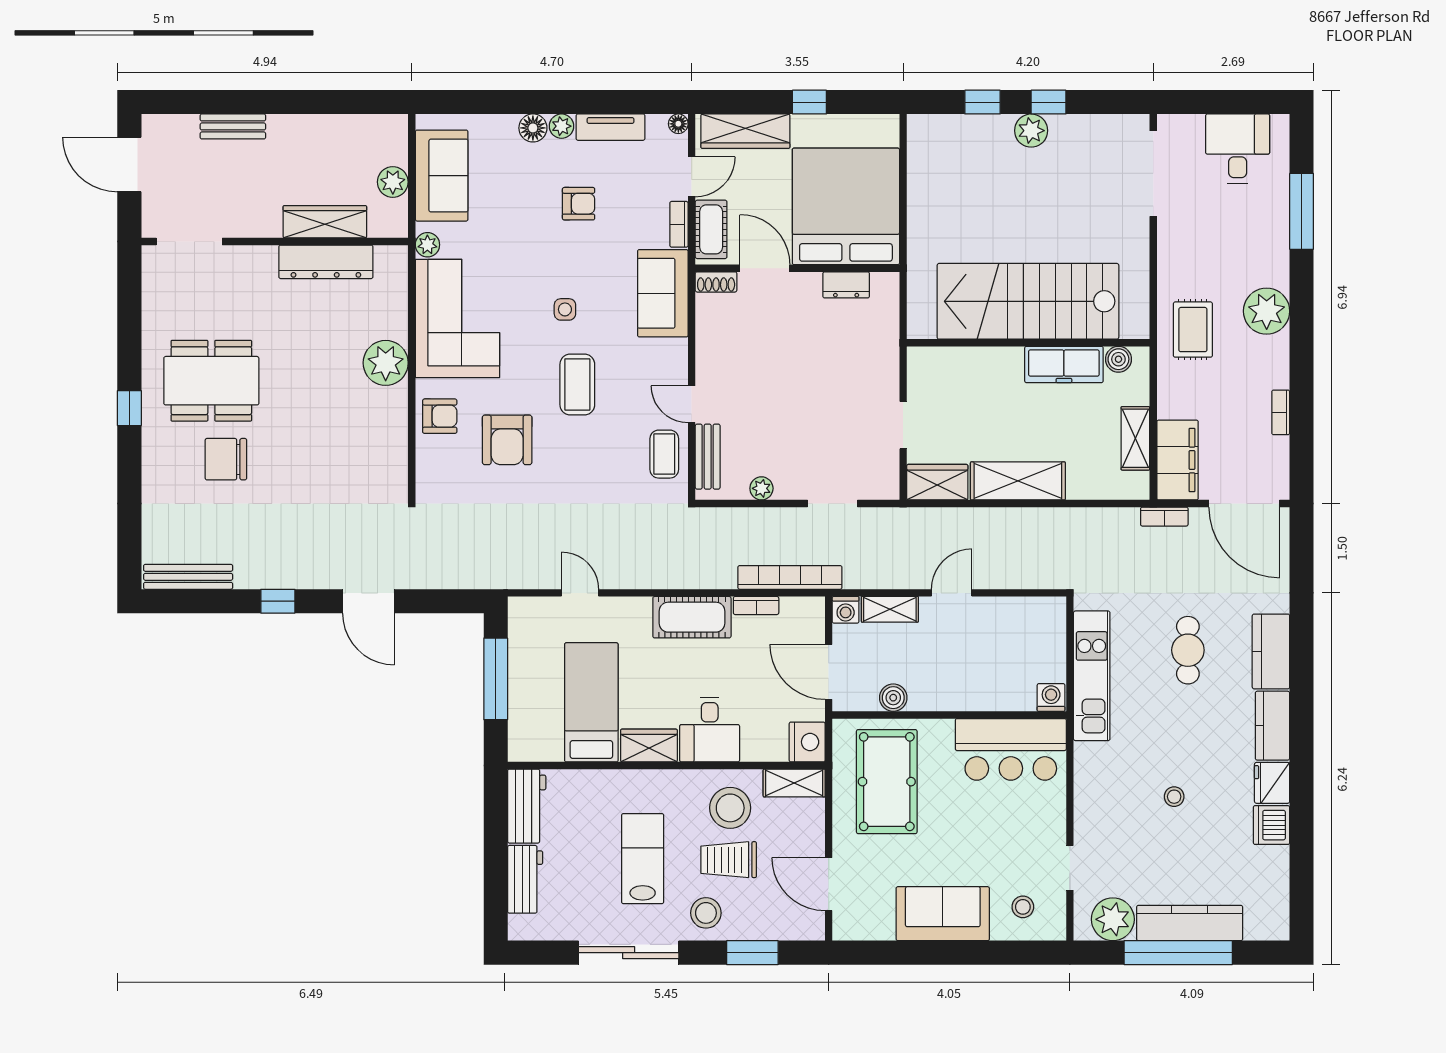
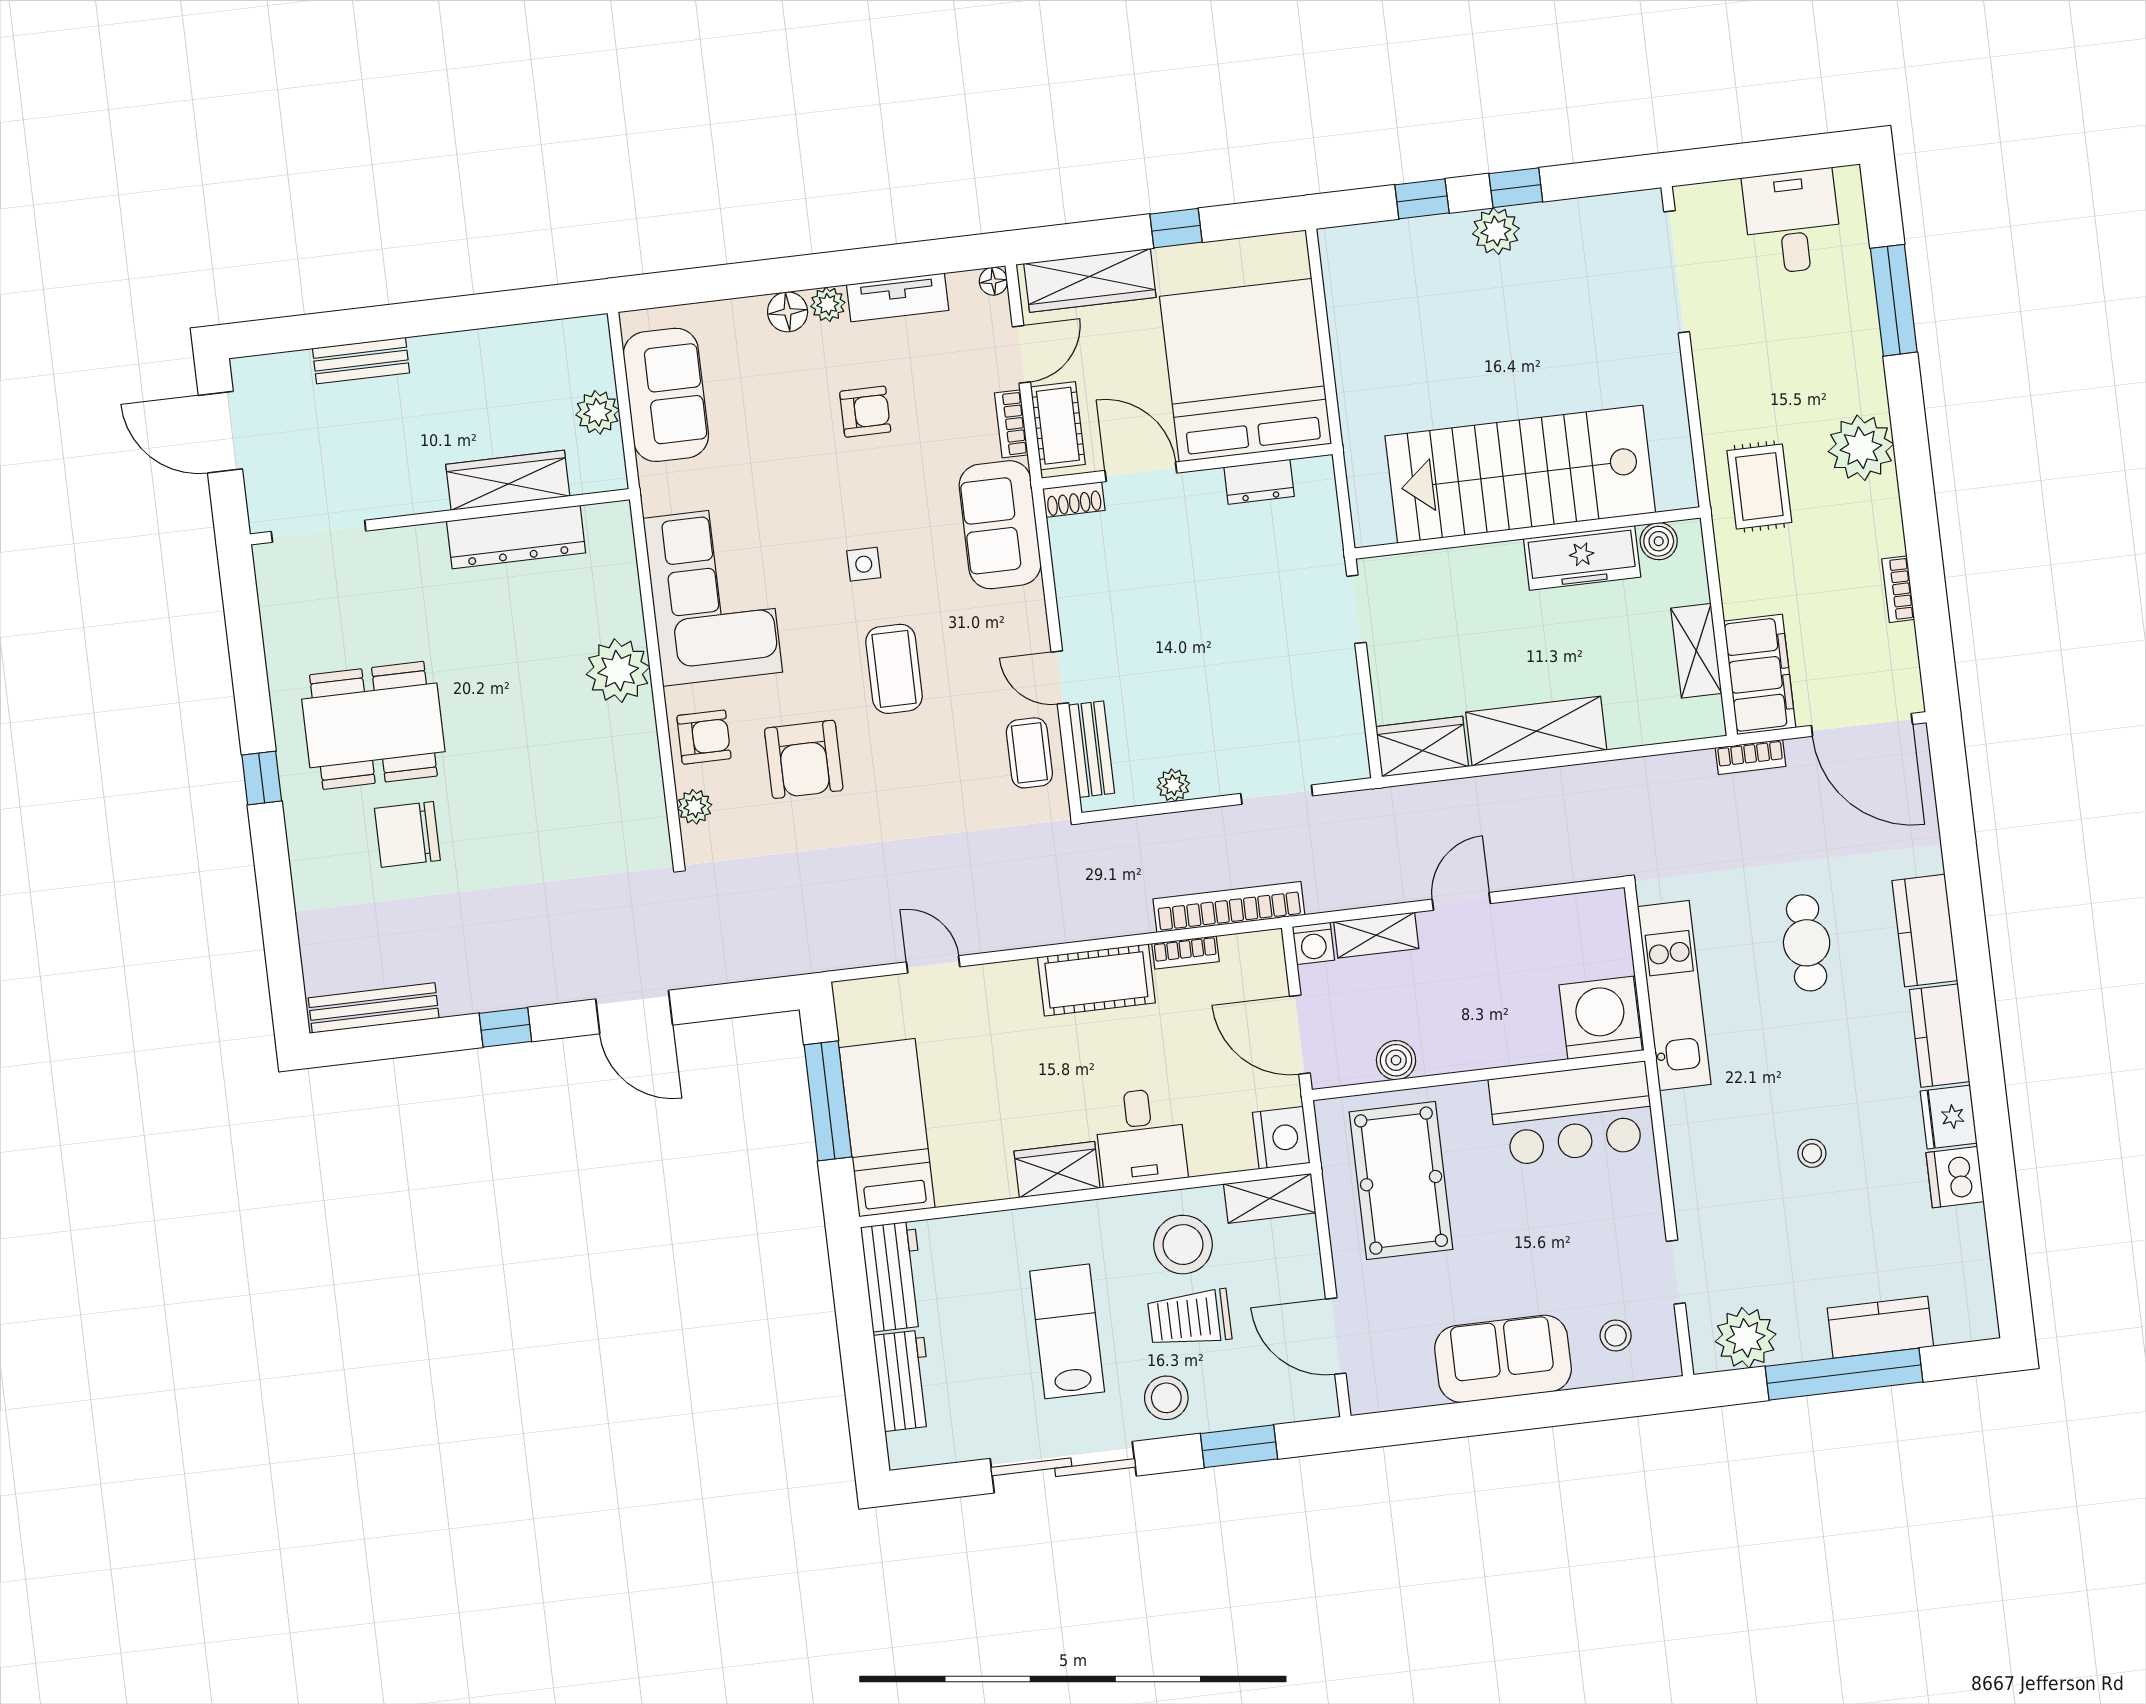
plant: (427, 245) -> (695, 807), moved
doorway: (903, 425) -> (1356, 609), moved
washing machine: (1051, 697) -> (1601, 1018), width x1.89, depth x1.89
bed: (591, 702) -> (887, 1128), moved
kitchen counter: (1190, 923) -> (1880, 1327), width x0.67

